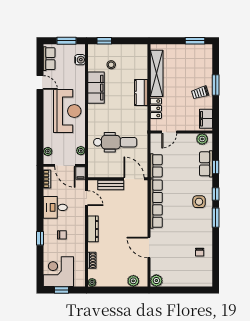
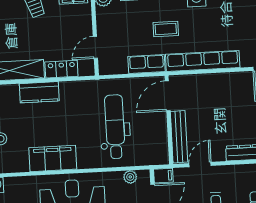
filing cabinet: (96, 88) -> (53, 158), moved
door: (169, 132) -> (95, 47), swing flipped
coffee table: (179, 180) -> (166, 29), added
bench: (111, 185) -> (179, 137), width x1.36

